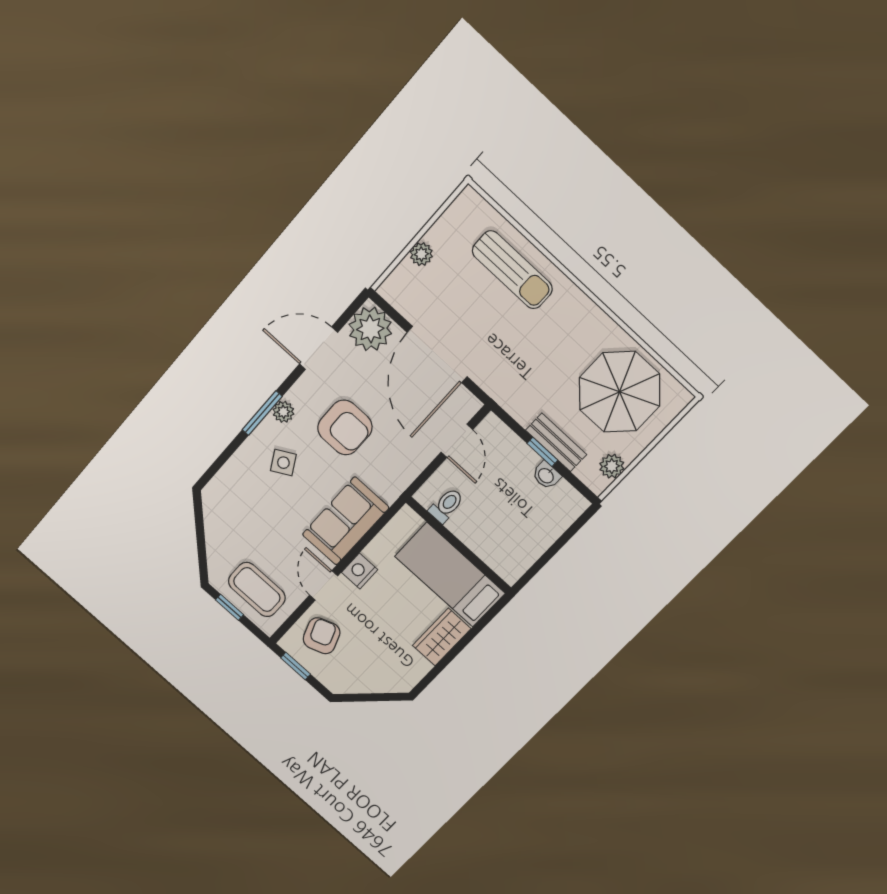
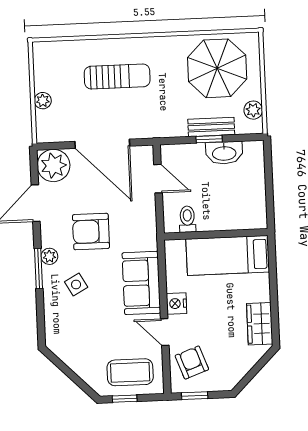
sun lounger: (512, 270) -> (117, 77), moved
armchair: (345, 427) -> (91, 232), turned 180
washbasin: (546, 475) -> (224, 153), width x1.91, depth x1.45
wardrobe: (442, 637) -> (260, 324), moved

